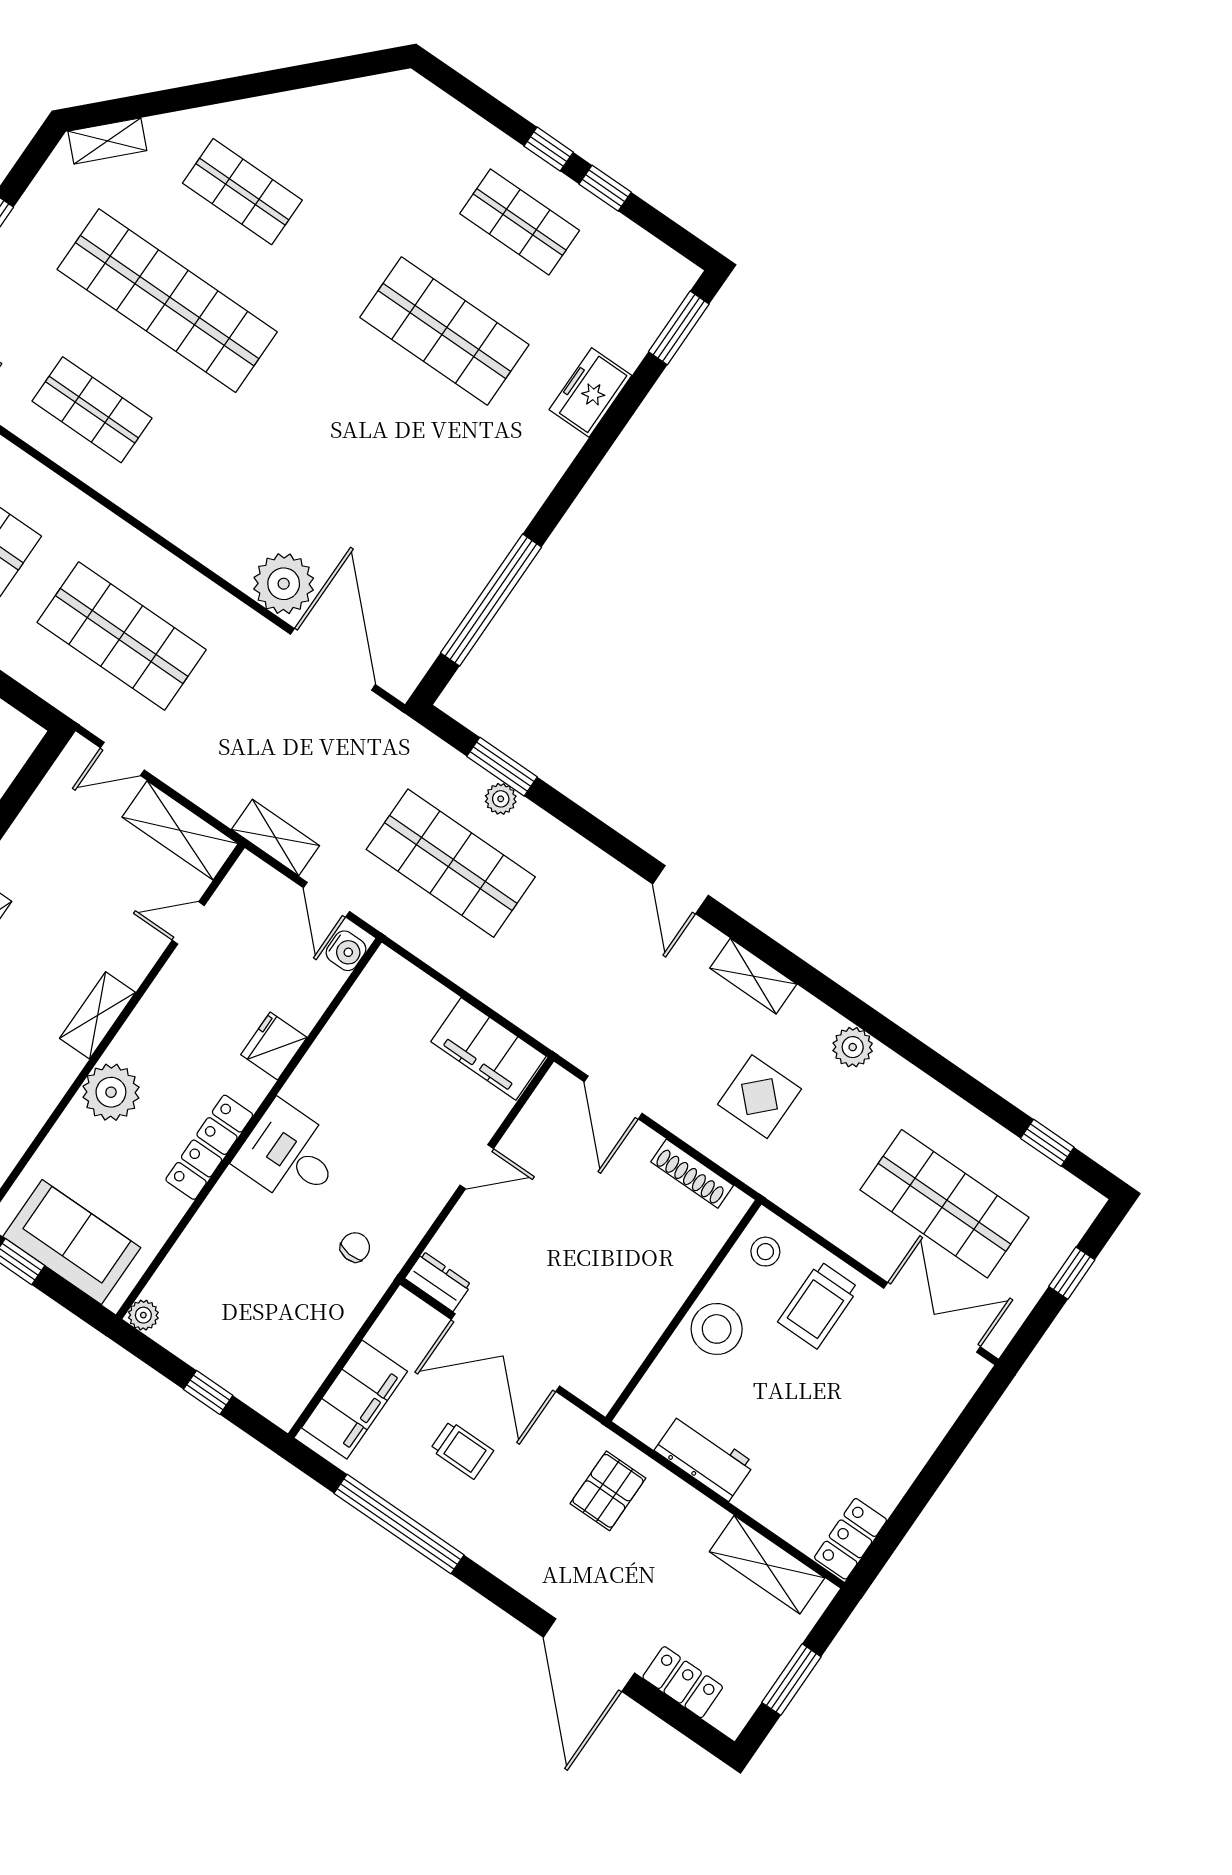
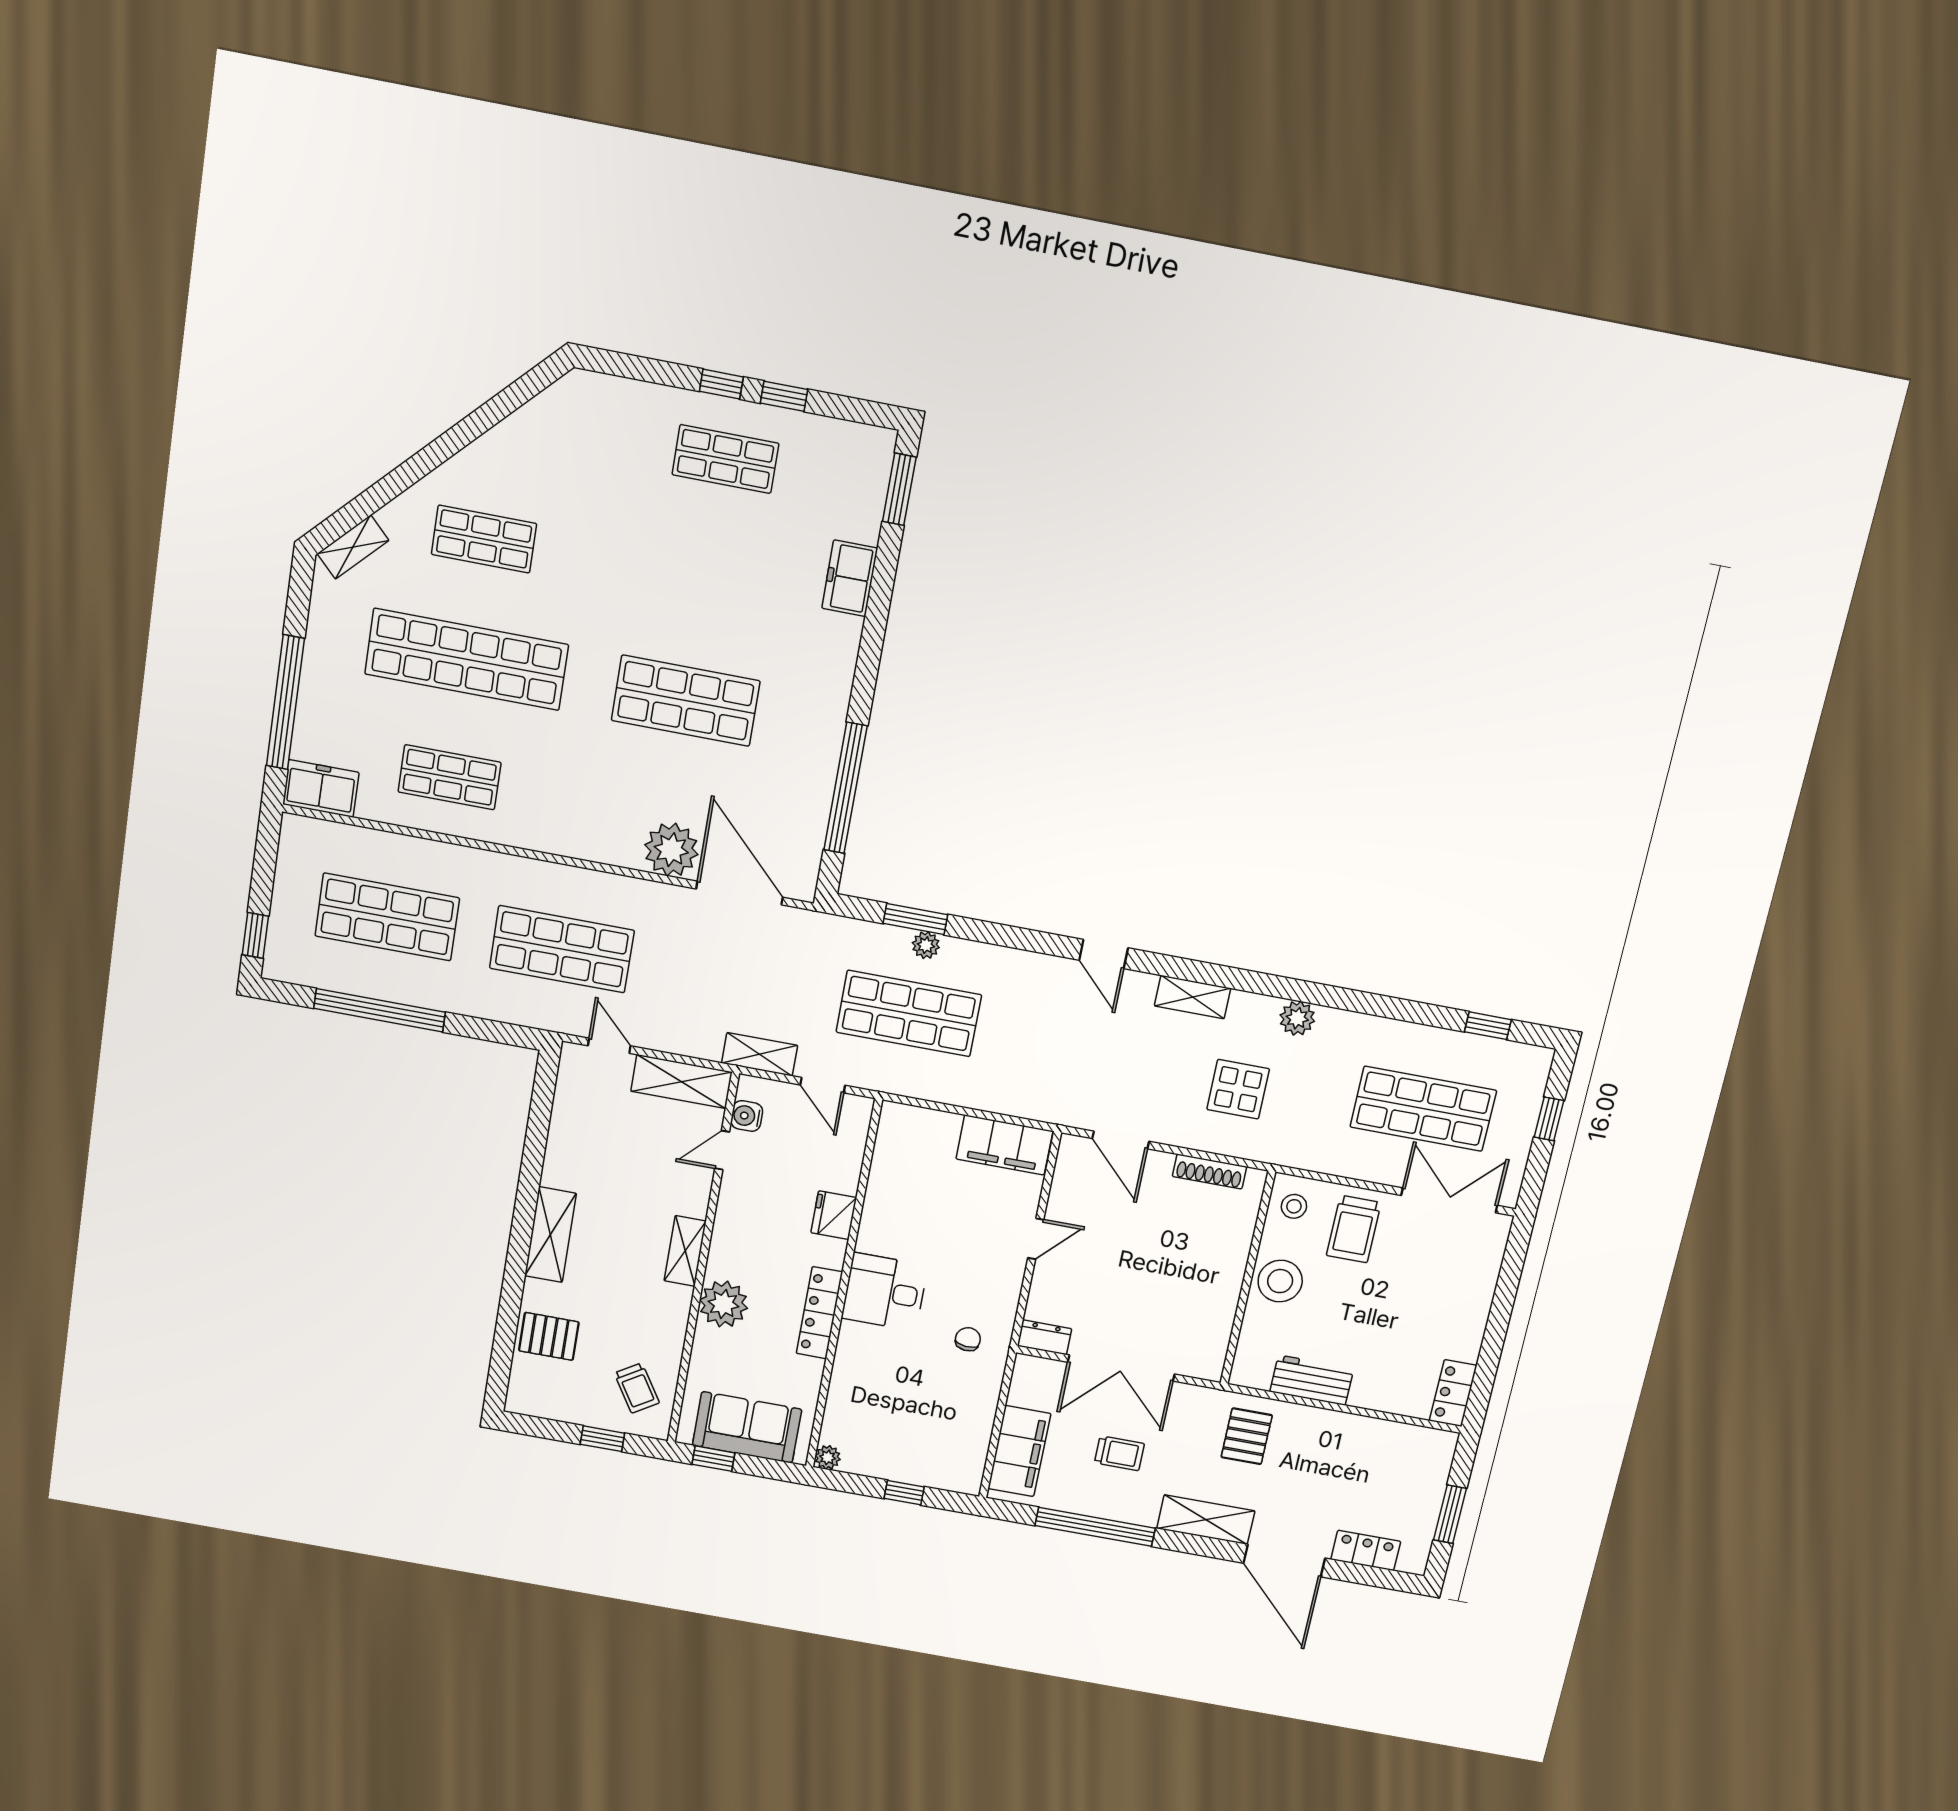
shop shelf: (444, 331) -> (686, 701), moved
door: (122, 759) -> (609, 1046), swing flipped
water cooler: (346, 951) -> (747, 1116), moved, turned 180
shelving: (767, 1565) -> (1206, 1520), moved

